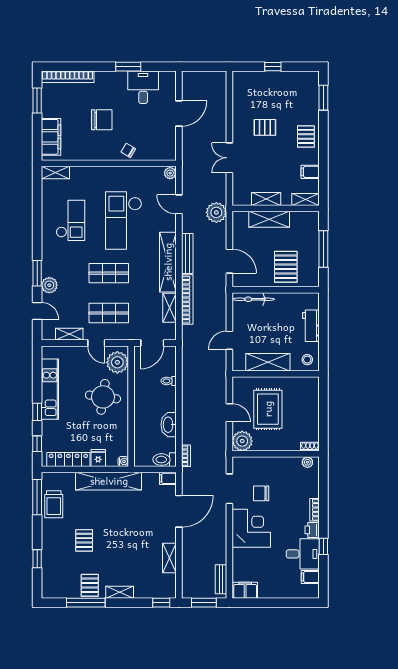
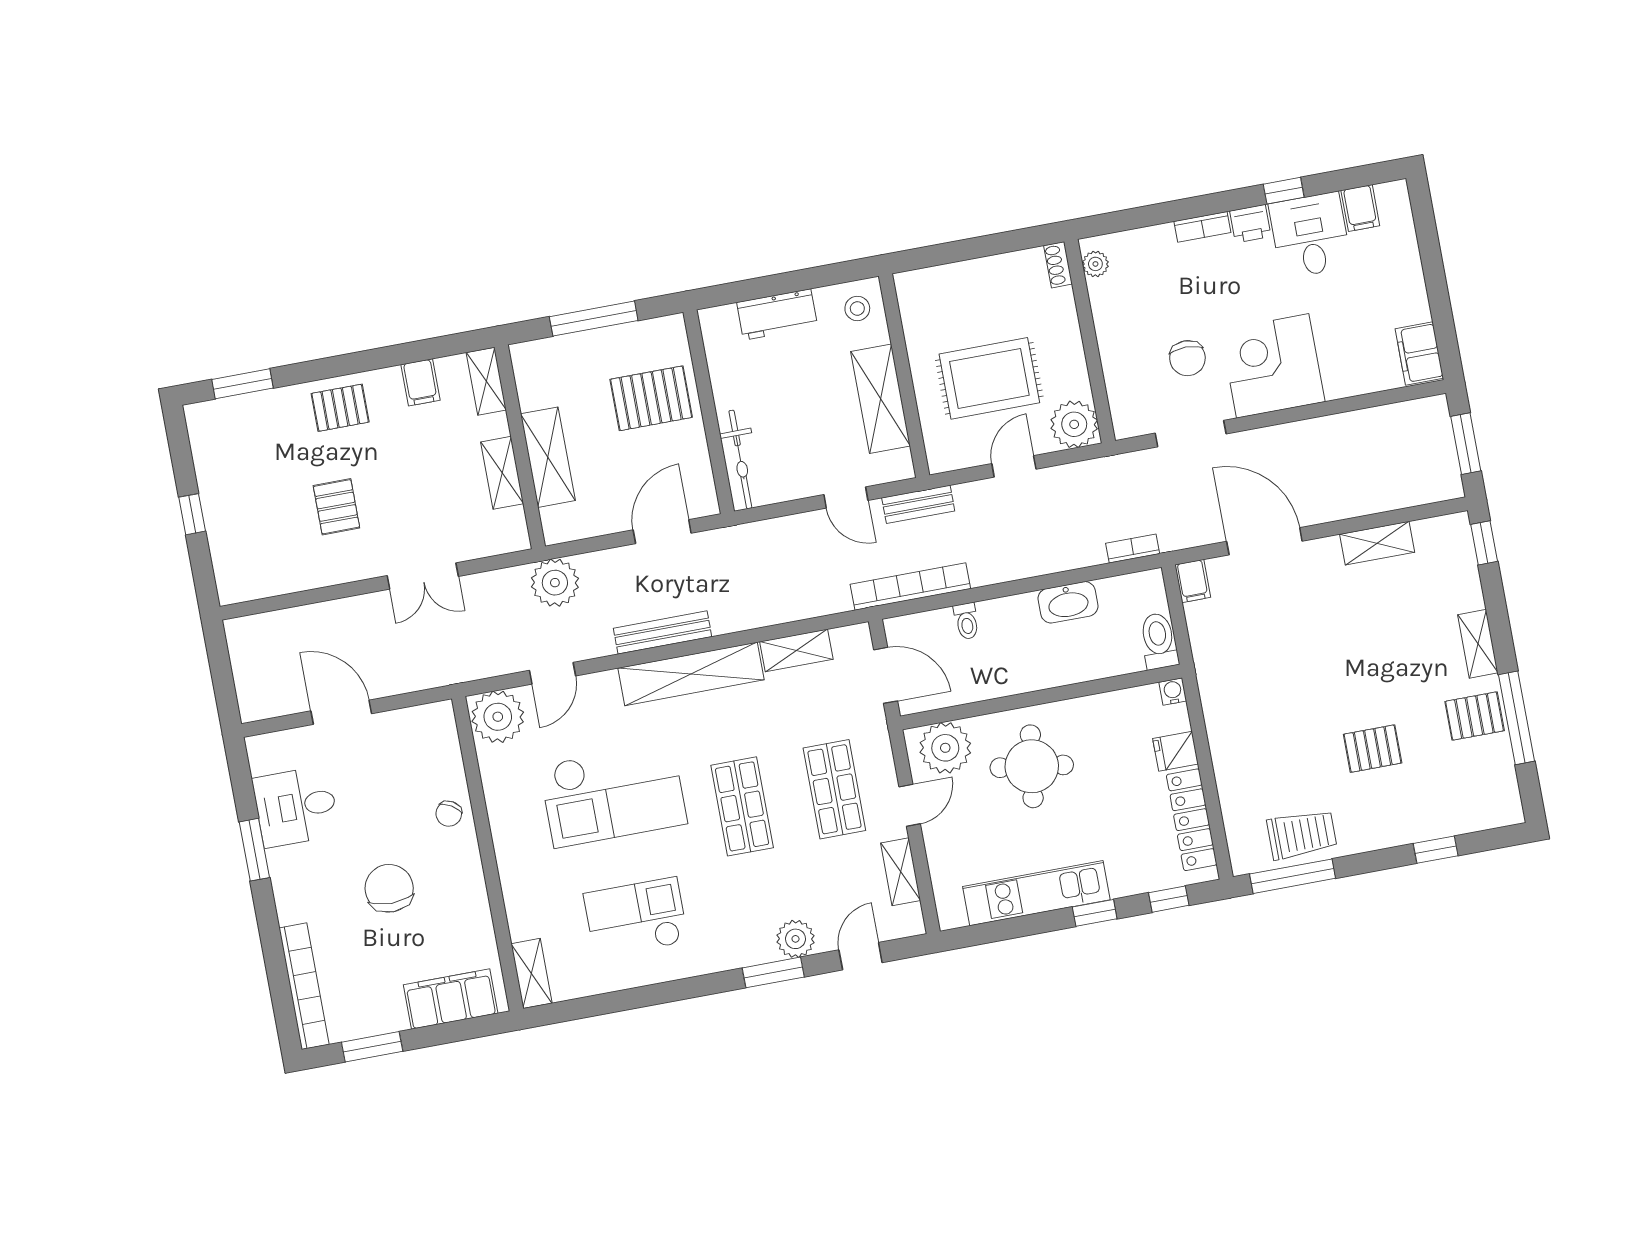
plant: (170, 173) -> (498, 717), width x1.87, depth x1.87
bookcase: (187, 300) -> (910, 587), moved
toilet: (164, 460) -> (1159, 641), moved, turned 180
shelving: (109, 481) -> (1225, 717), removed
bench: (221, 579) -> (918, 504), moved

